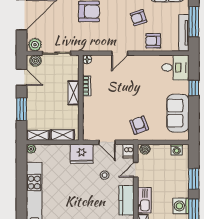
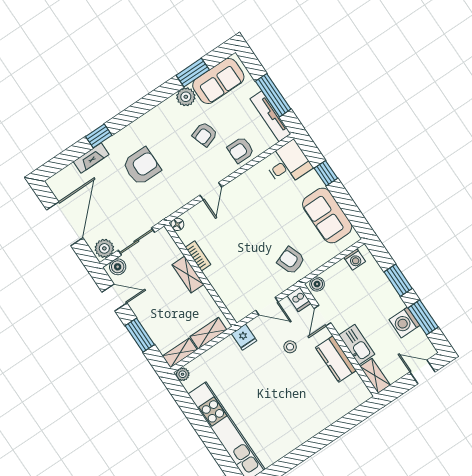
fridge: (82, 154) -> (244, 337), width x0.53, depth x0.75

